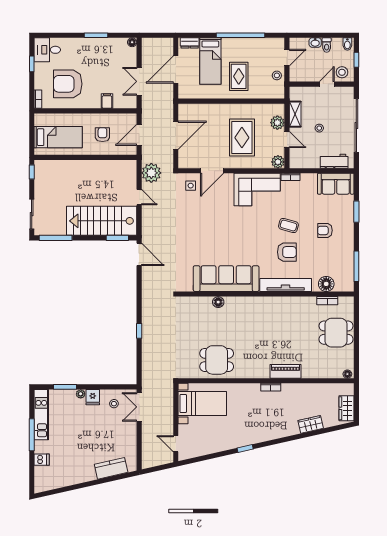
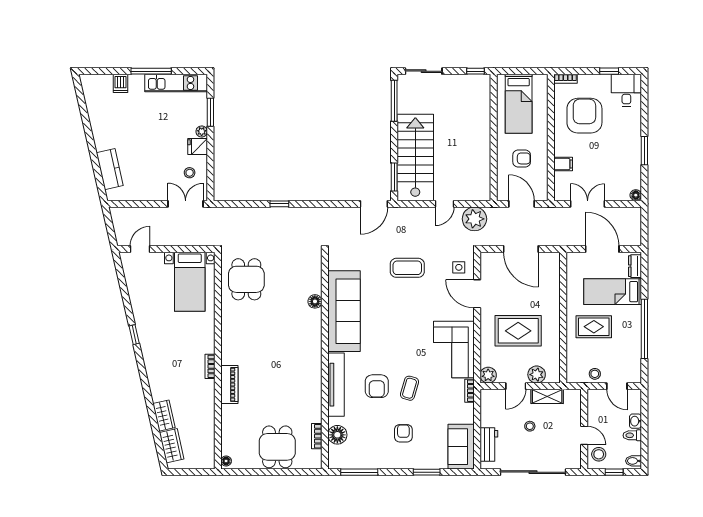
coffee table: (191, 227) -> (407, 268), added
dining table: (217, 360) -> (246, 279), moved
wardrobe: (347, 408) -> (172, 446), moved, turned 77

